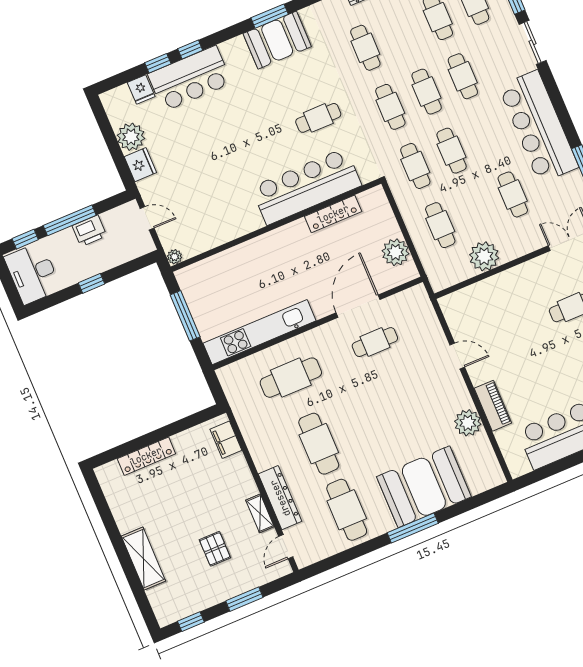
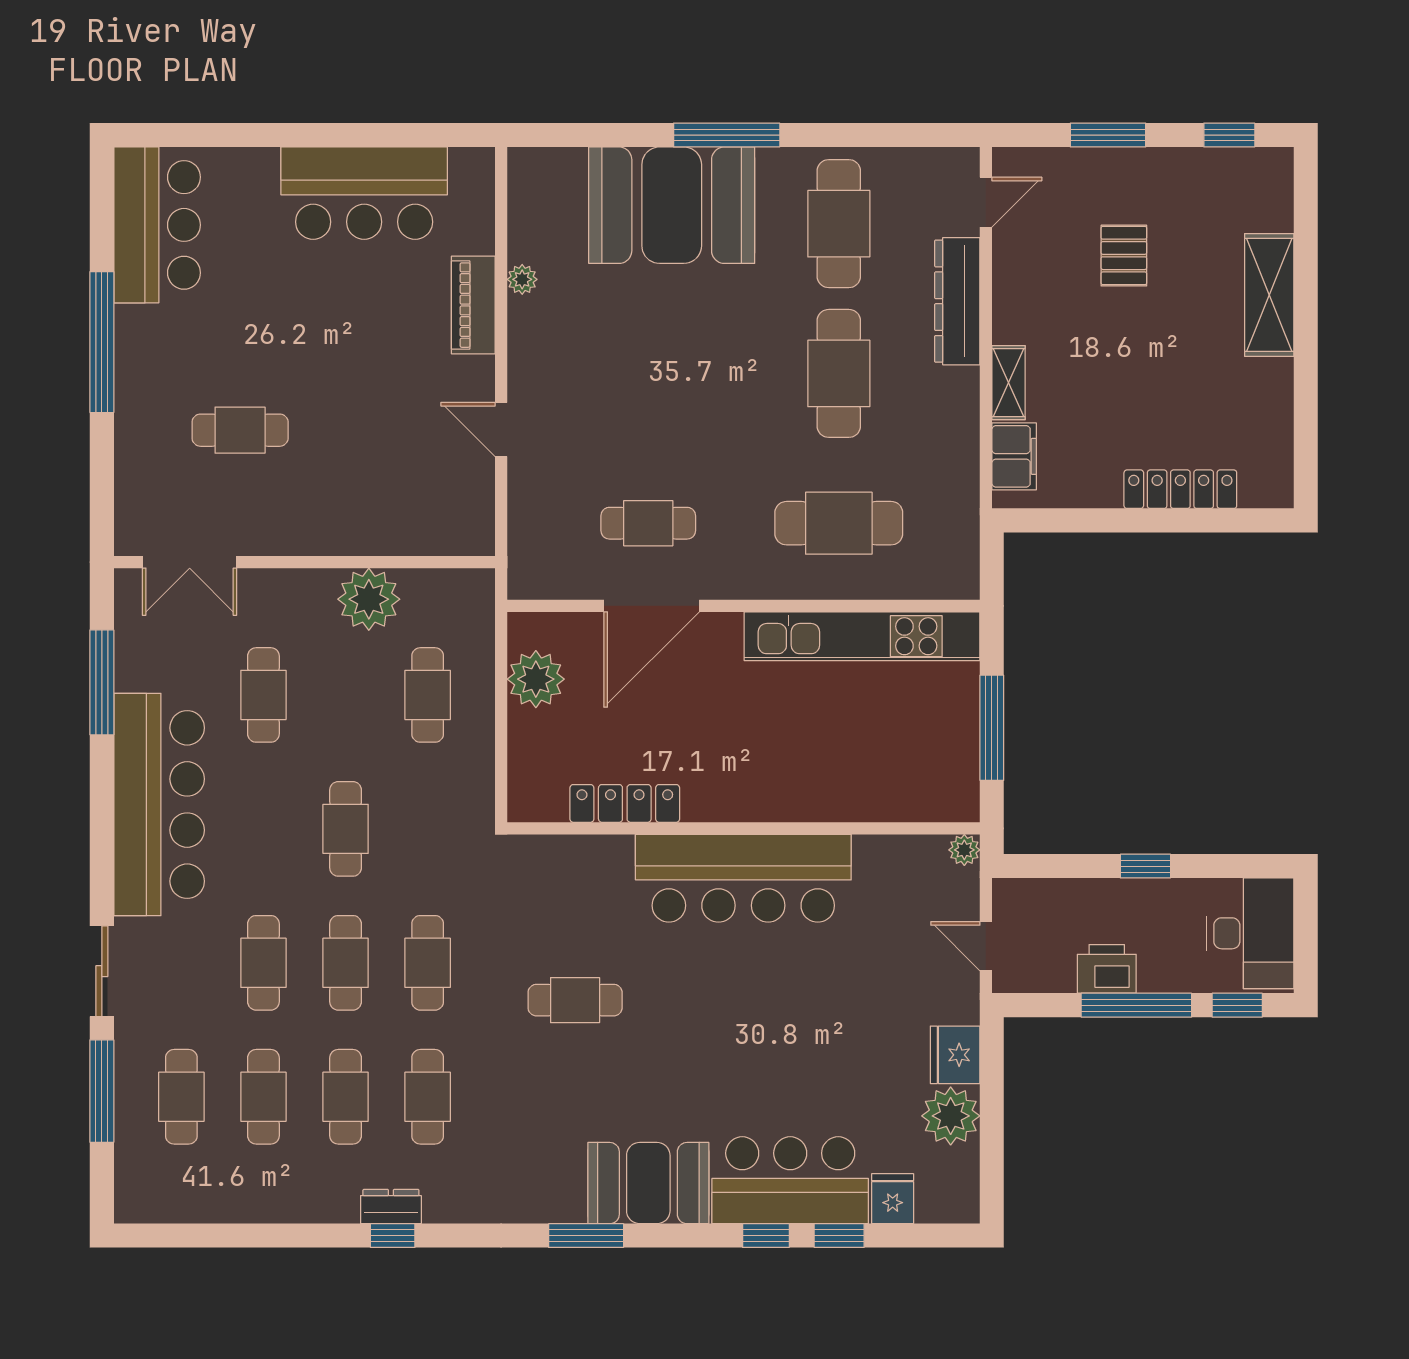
booth: (277, 40) -> (648, 1183), moved
cafe table: (415, 166) -> (346, 1097), moved
bar counter: (306, 186) -> (743, 878), moved
plant: (468, 423) -> (522, 279), width x0.53, depth x0.53
shelving: (260, 513) -> (1008, 383), moved

